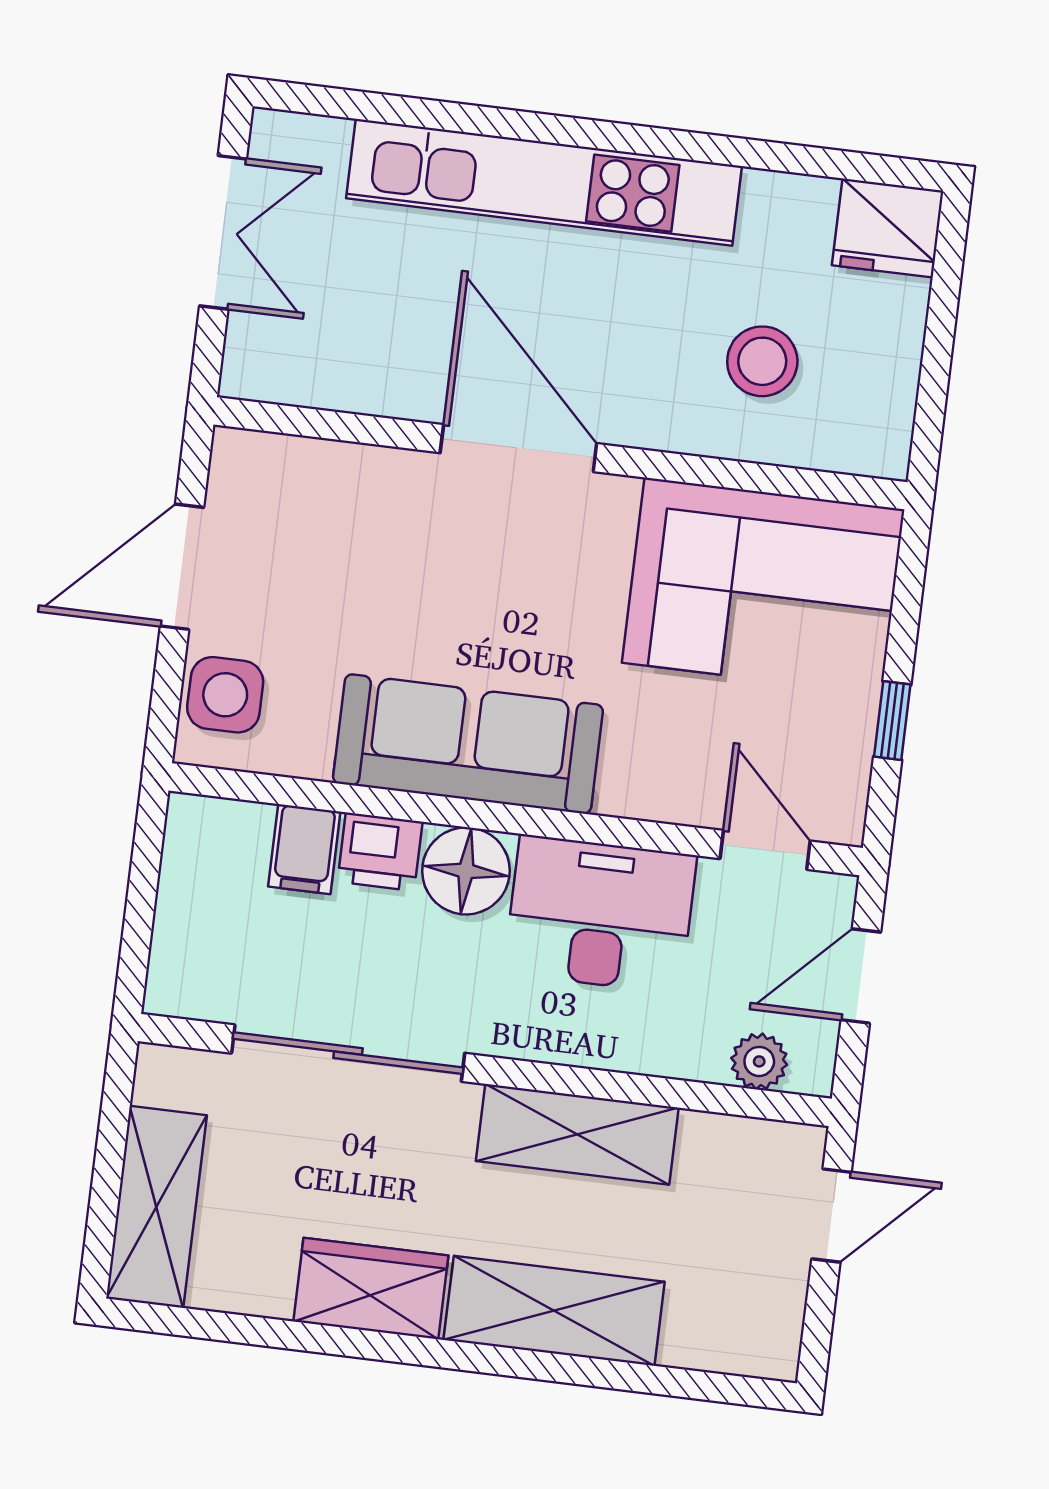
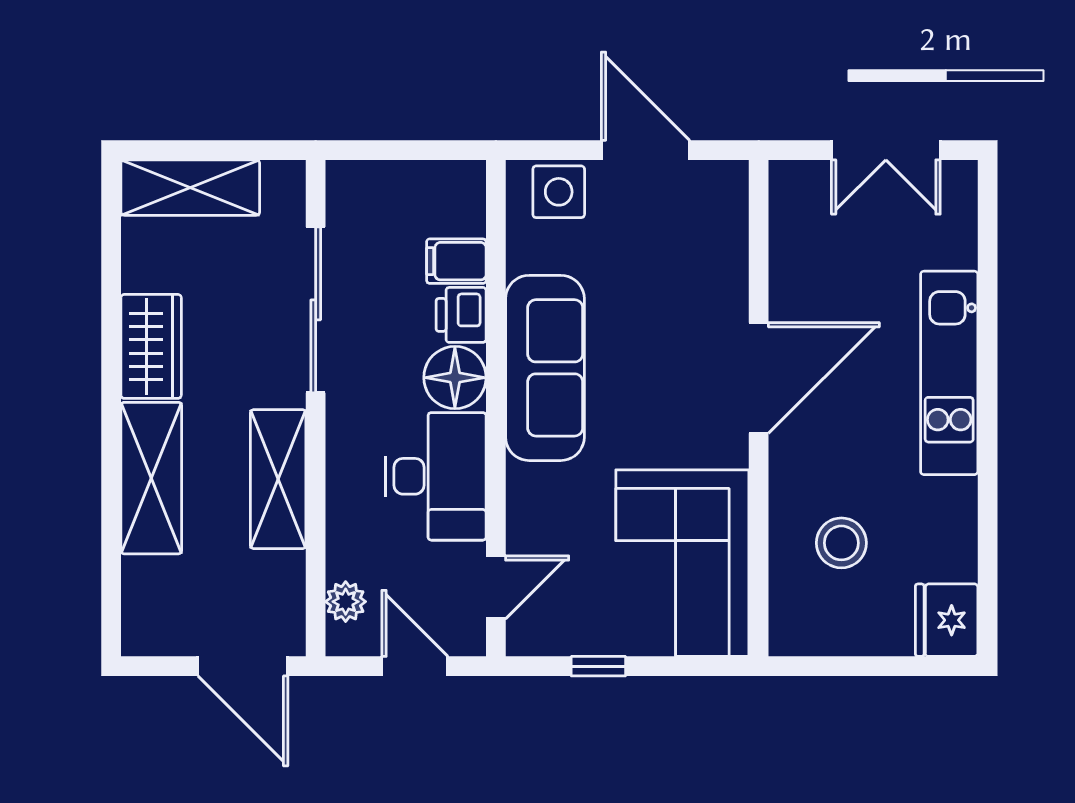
kitchen unit: (544, 182) -> (949, 373), width x0.73
door: (831, 1215) -> (243, 666), width x1.38

